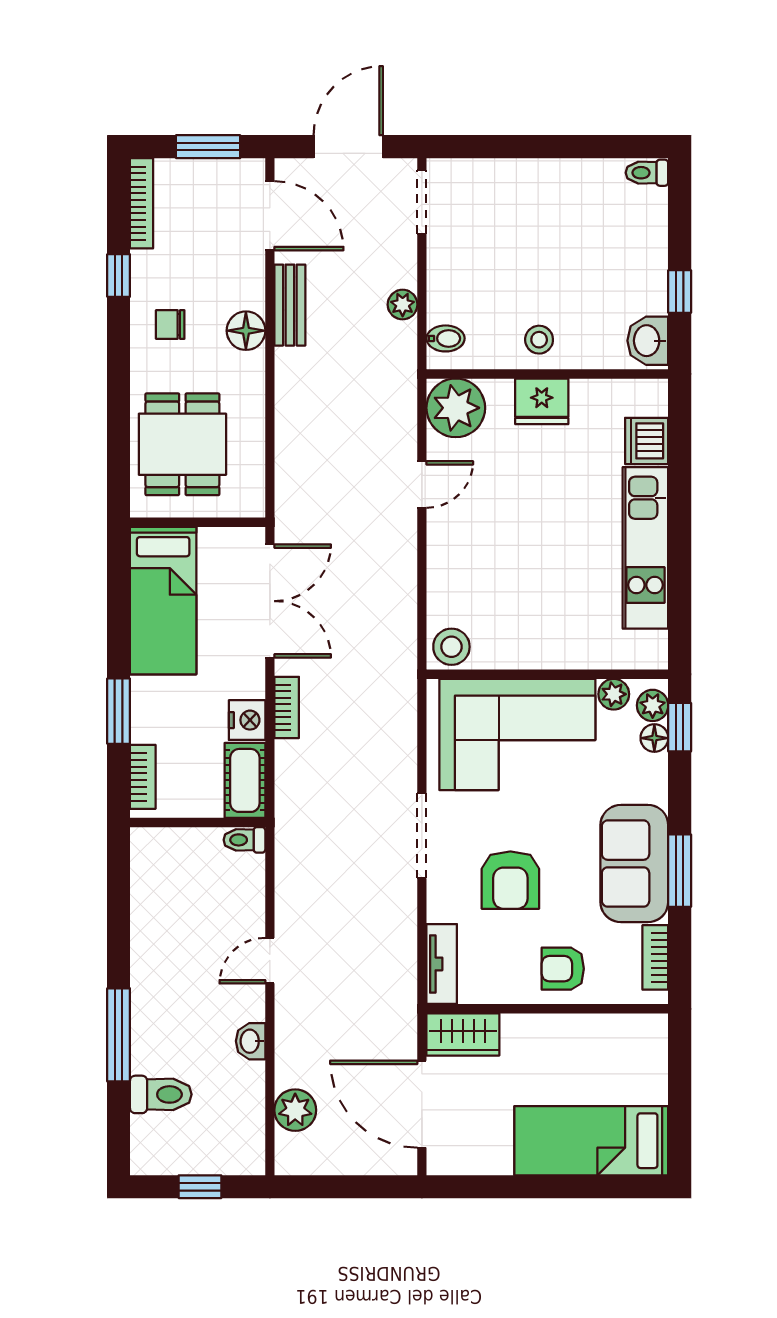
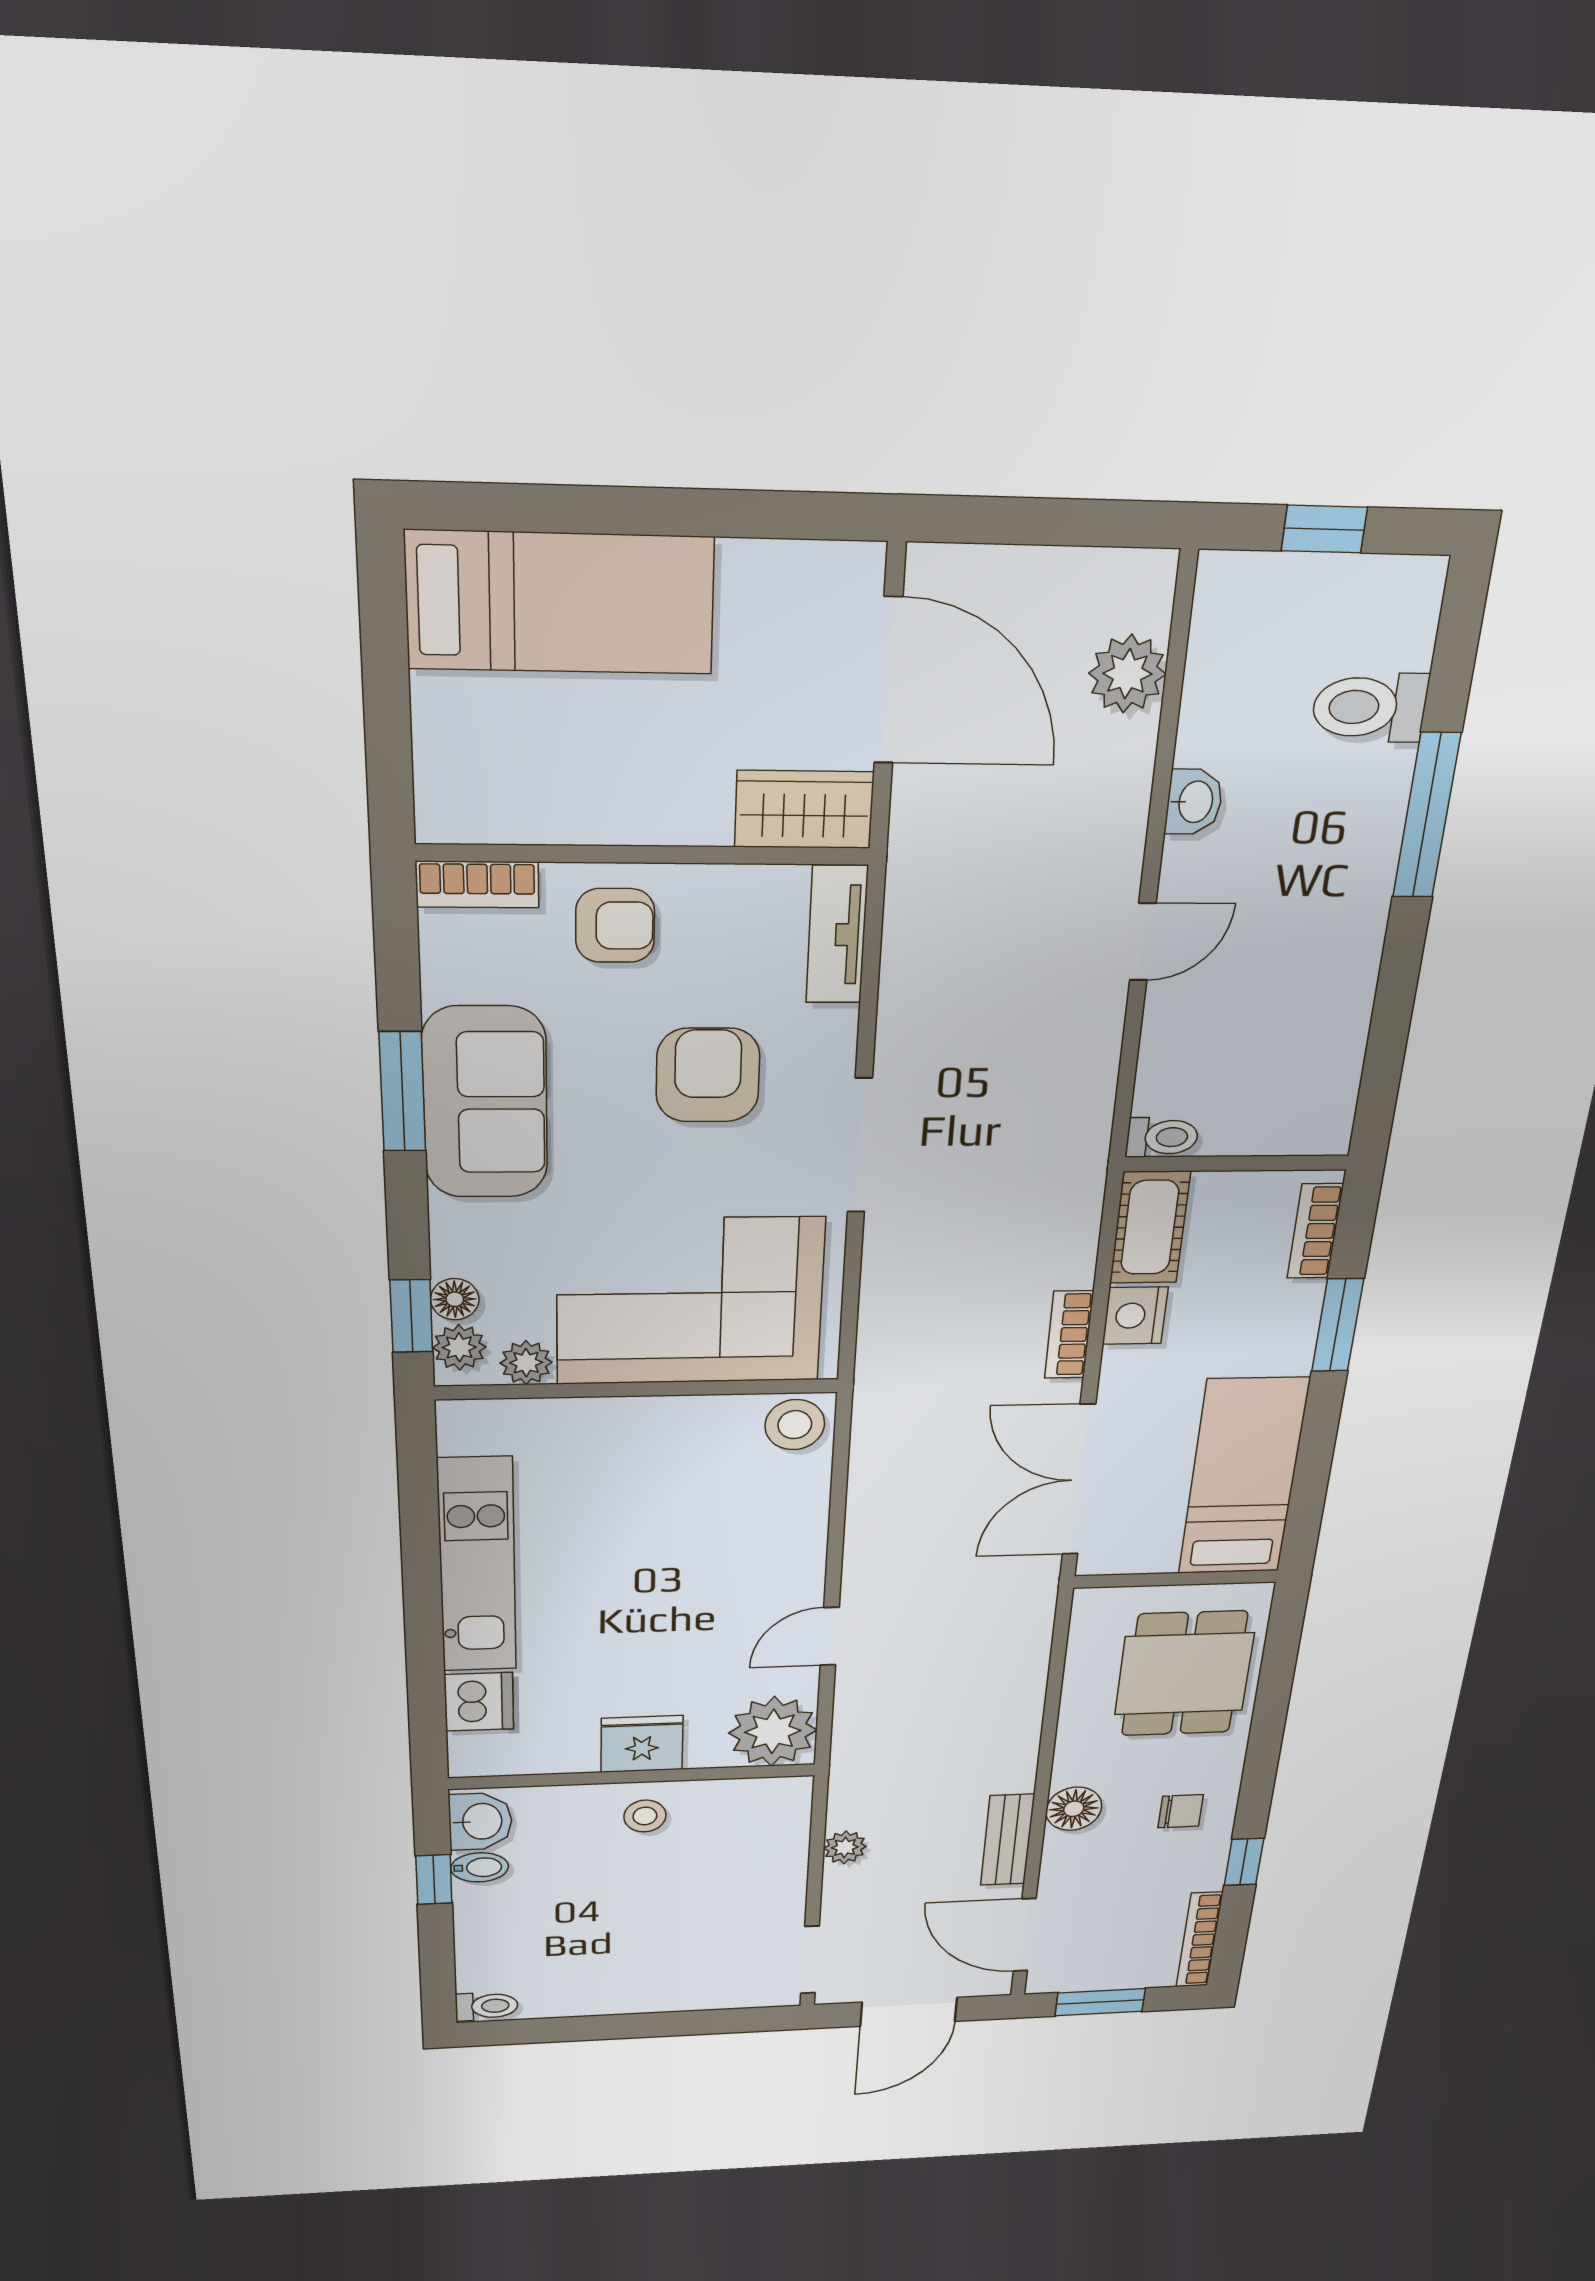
bidet: (446, 338) -> (480, 1867), moved, turned 180
bookcase: (655, 957) -> (477, 885), moved, turned 90

